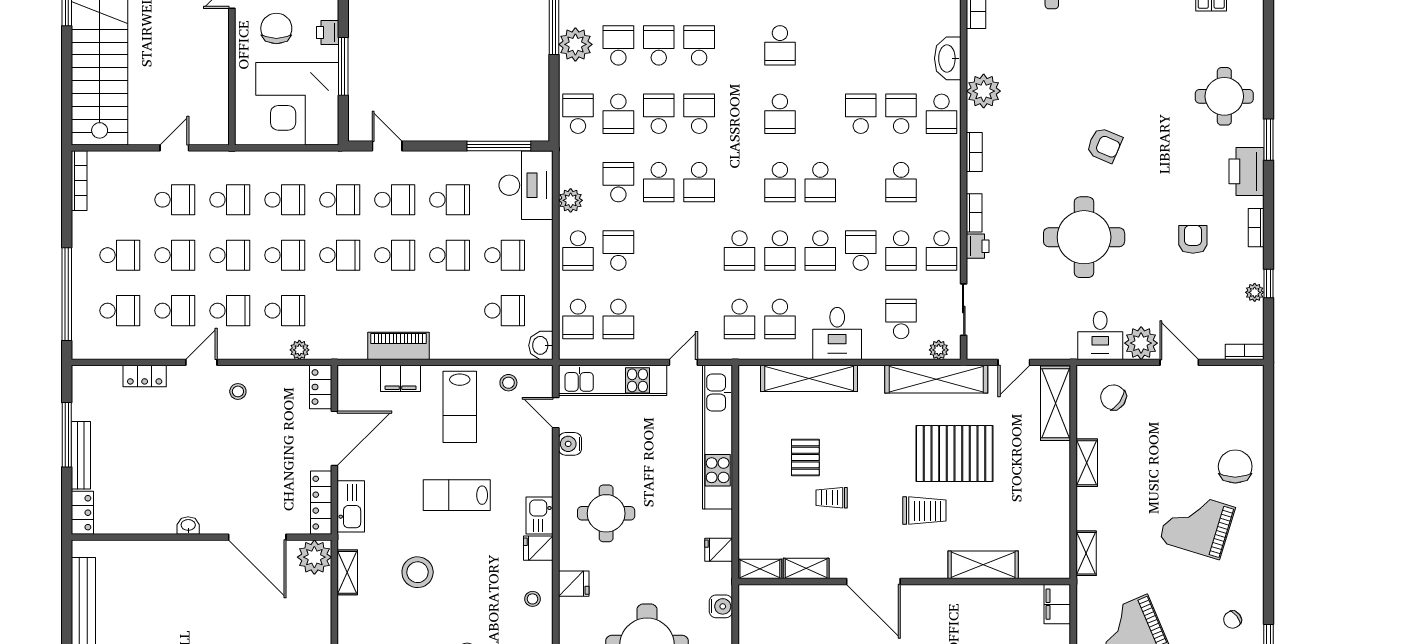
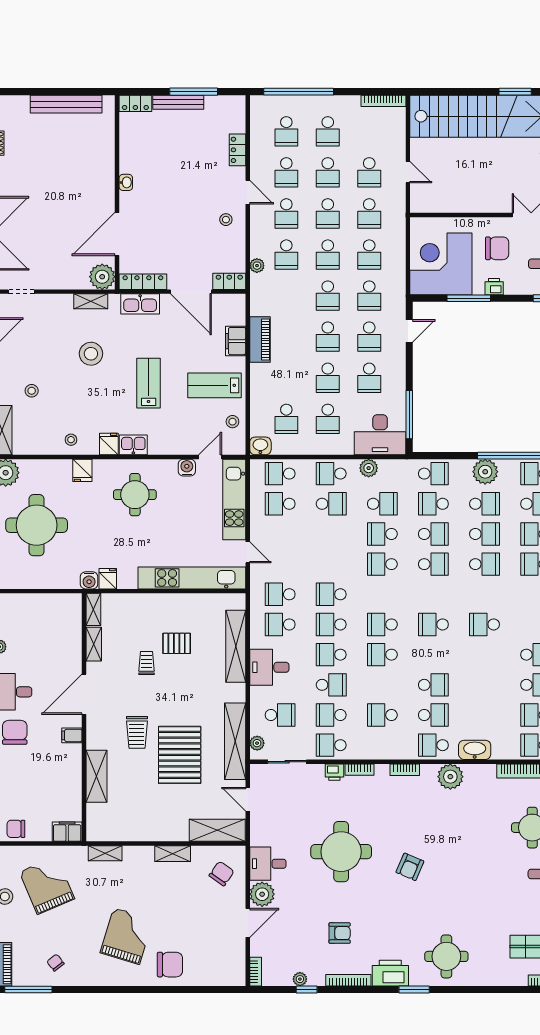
bookcase: (1256, 228) -> (348, 980), width x1.56
filing cabinet: (929, 598) -> (72, 735), added
water cooler: (721, 606) -> (89, 580), moved

